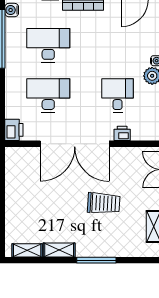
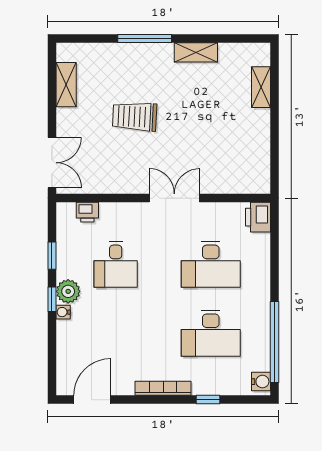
printer: (122, 133) -> (87, 212), moved
double door: (75, 144) -> (174, 198), width x0.54
shelving: (27, 250) -> (261, 87), moved, turned 90

